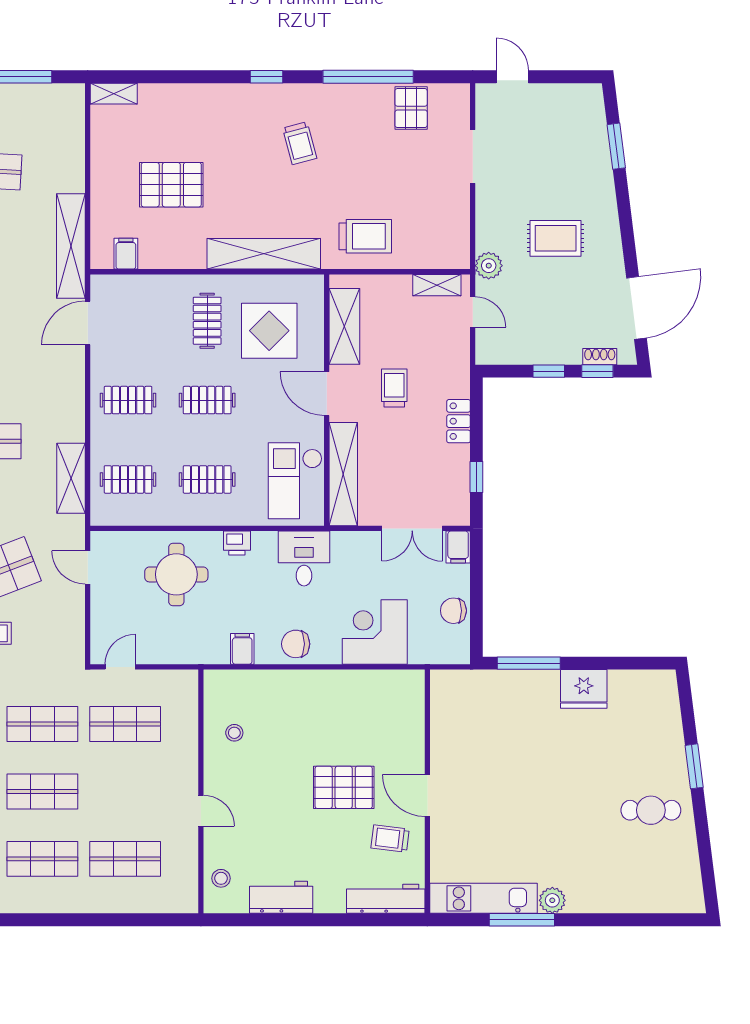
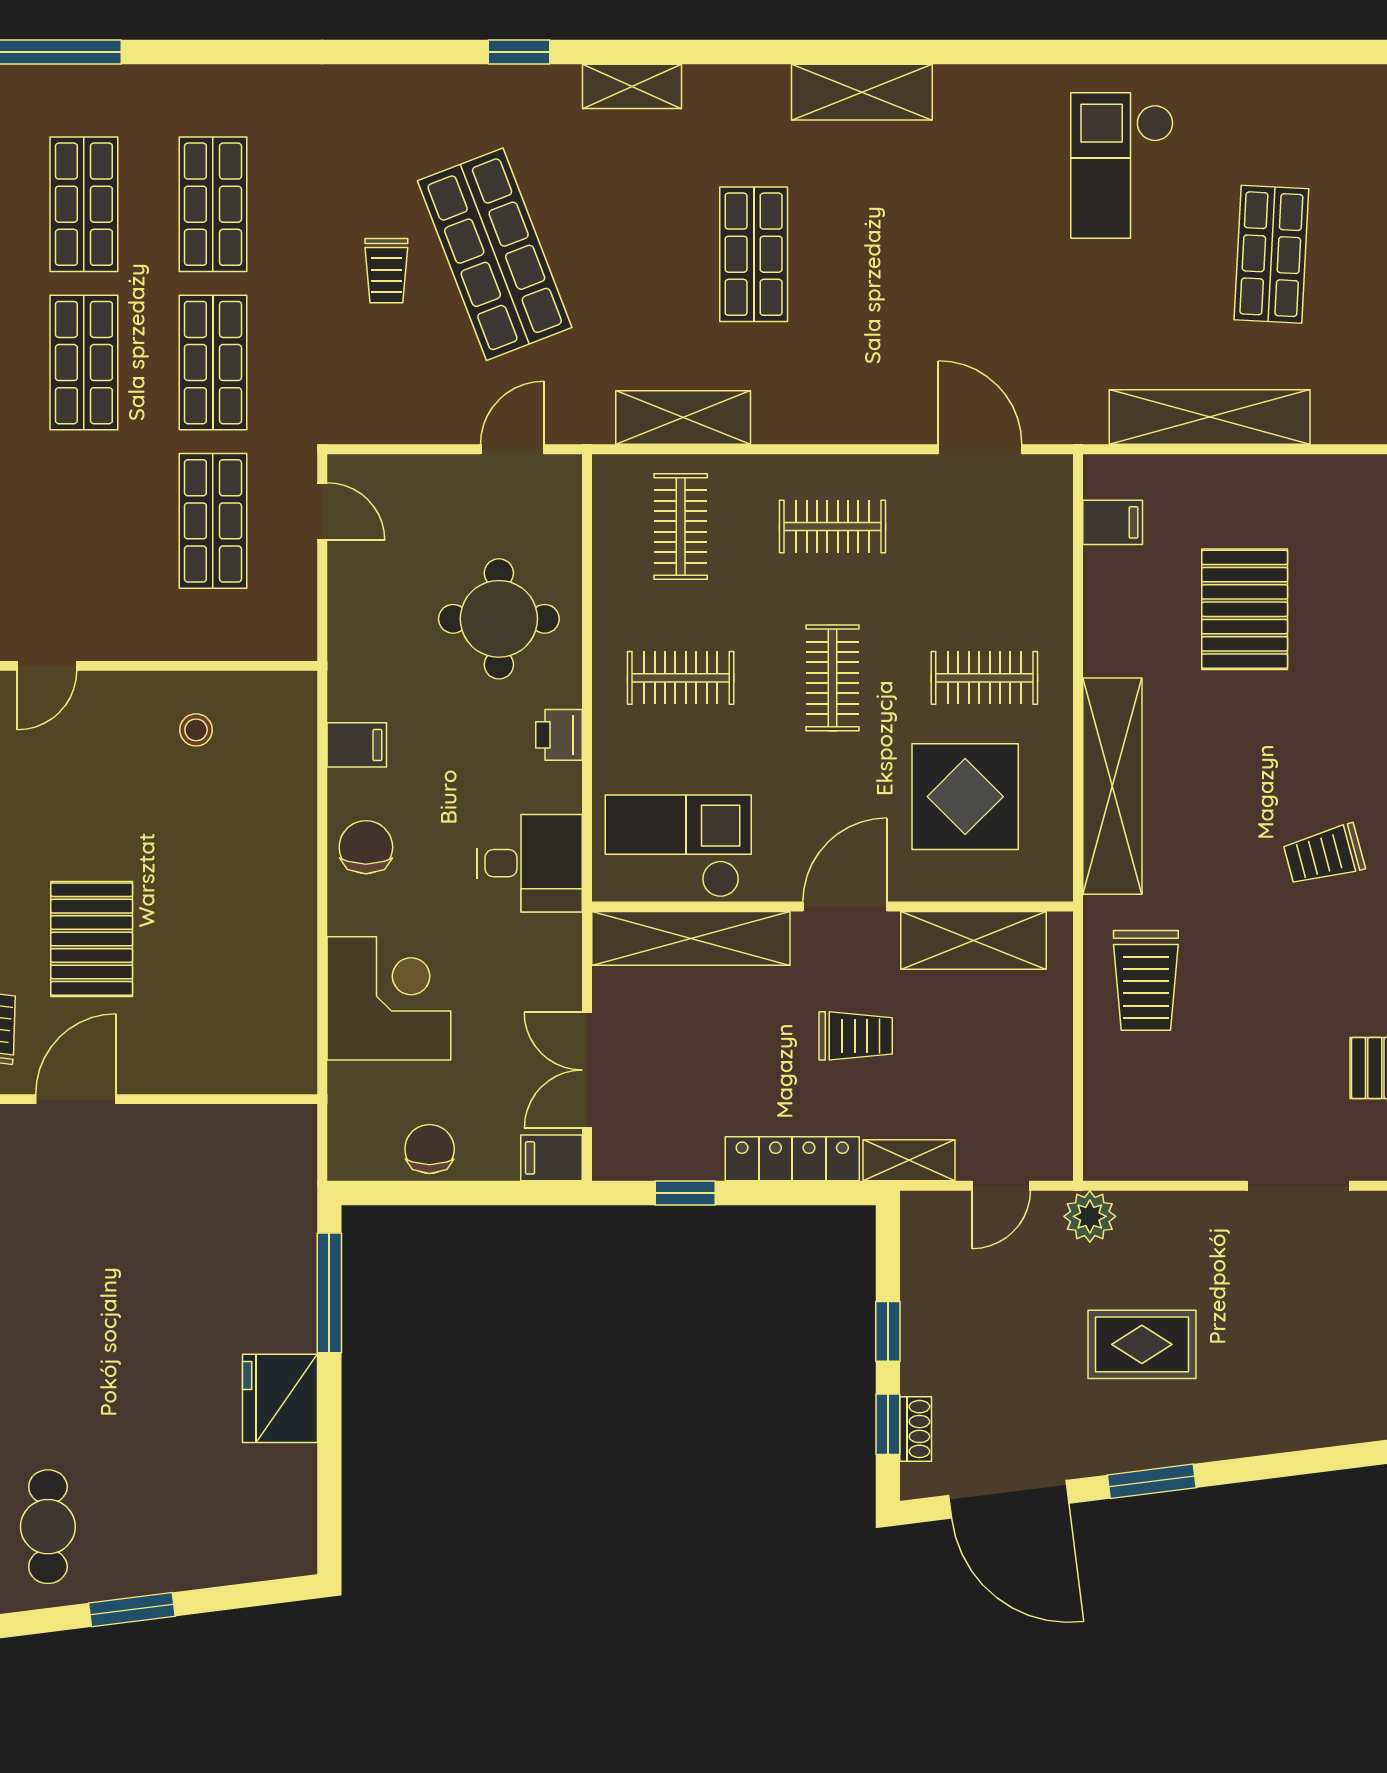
window: (616, 146) -> (1152, 1481), moved
rug: (556, 238) -> (1142, 1344), turned 90
shelving: (71, 246) -> (1210, 417), moved
shelving: (437, 285) -> (909, 1160), moved, turned 90
clothes rail: (128, 400) -> (832, 527), turned 90
locker: (459, 421) -> (792, 1159), width x1.53
clothes rail: (207, 479) -> (681, 678), turned 90

